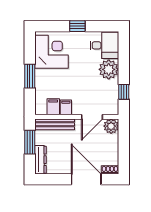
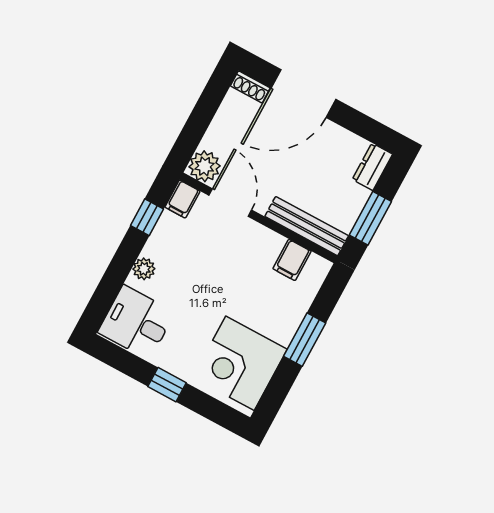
plant: (109, 69) -> (144, 269), width x0.53, depth x0.53
filing cabinet: (66, 107) -> (182, 199), moved
door: (92, 117) -> (230, 203), hinge flipped
dresser: (41, 160) -> (372, 167), width x0.70
door: (86, 179) -> (303, 93), hinge flipped

